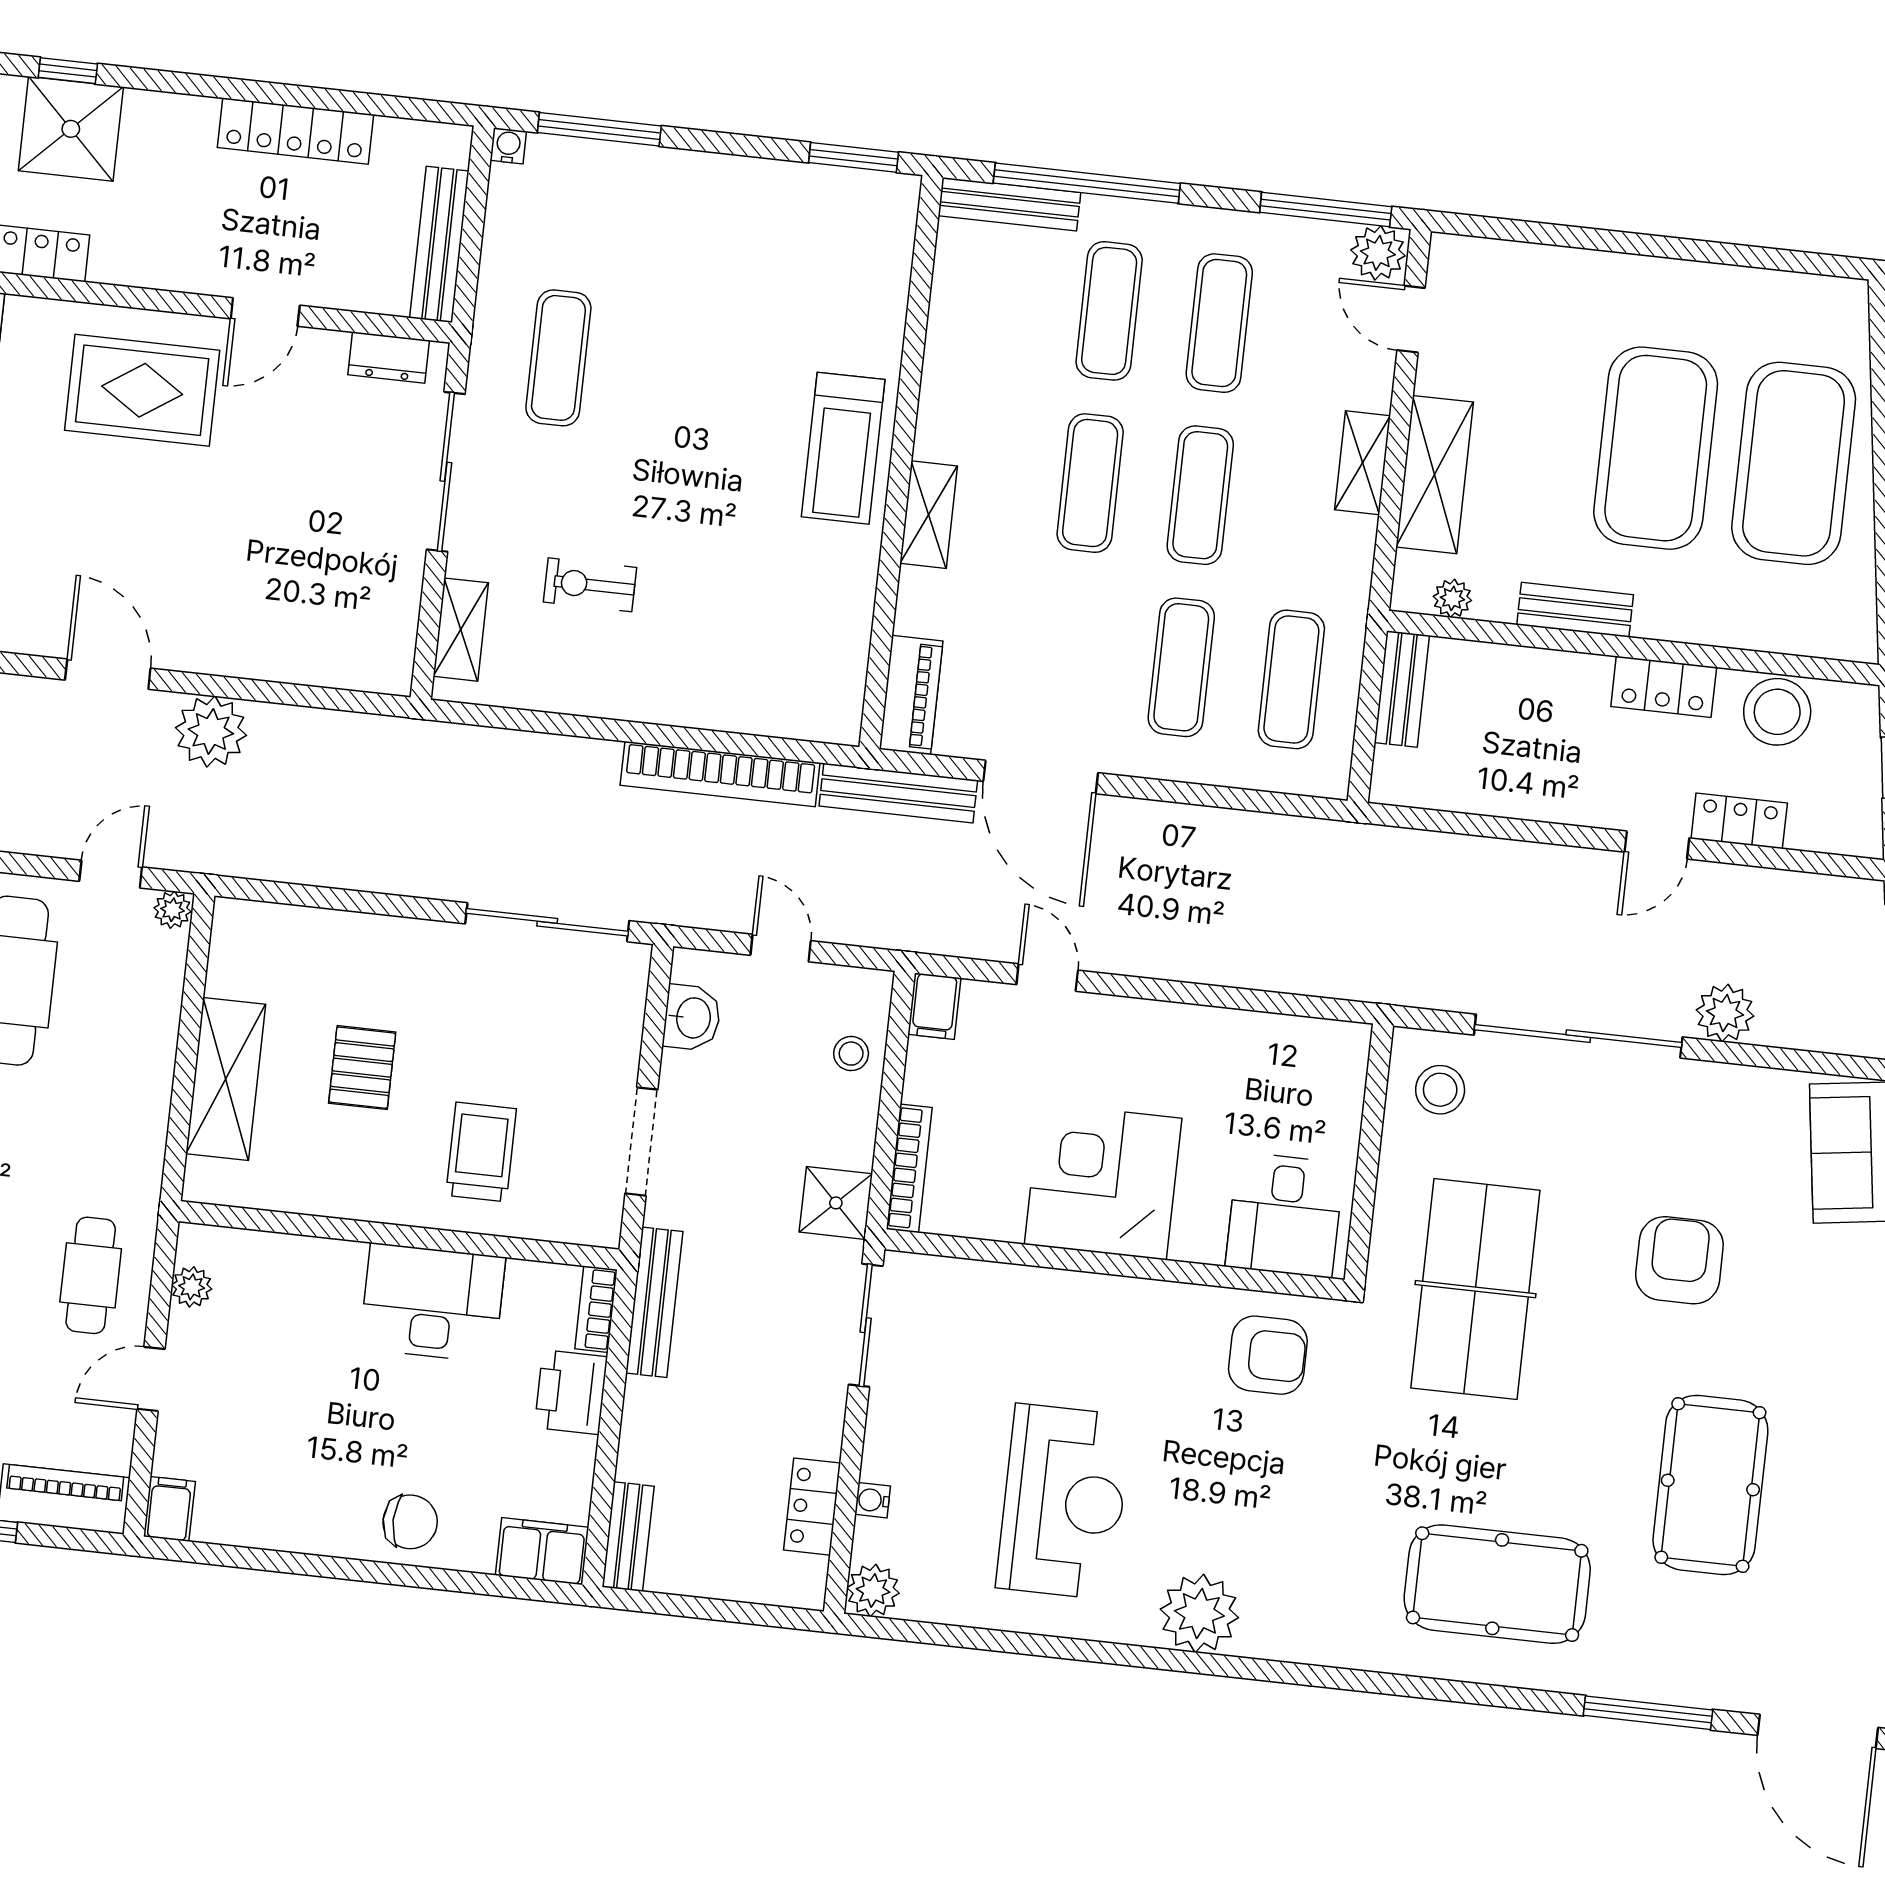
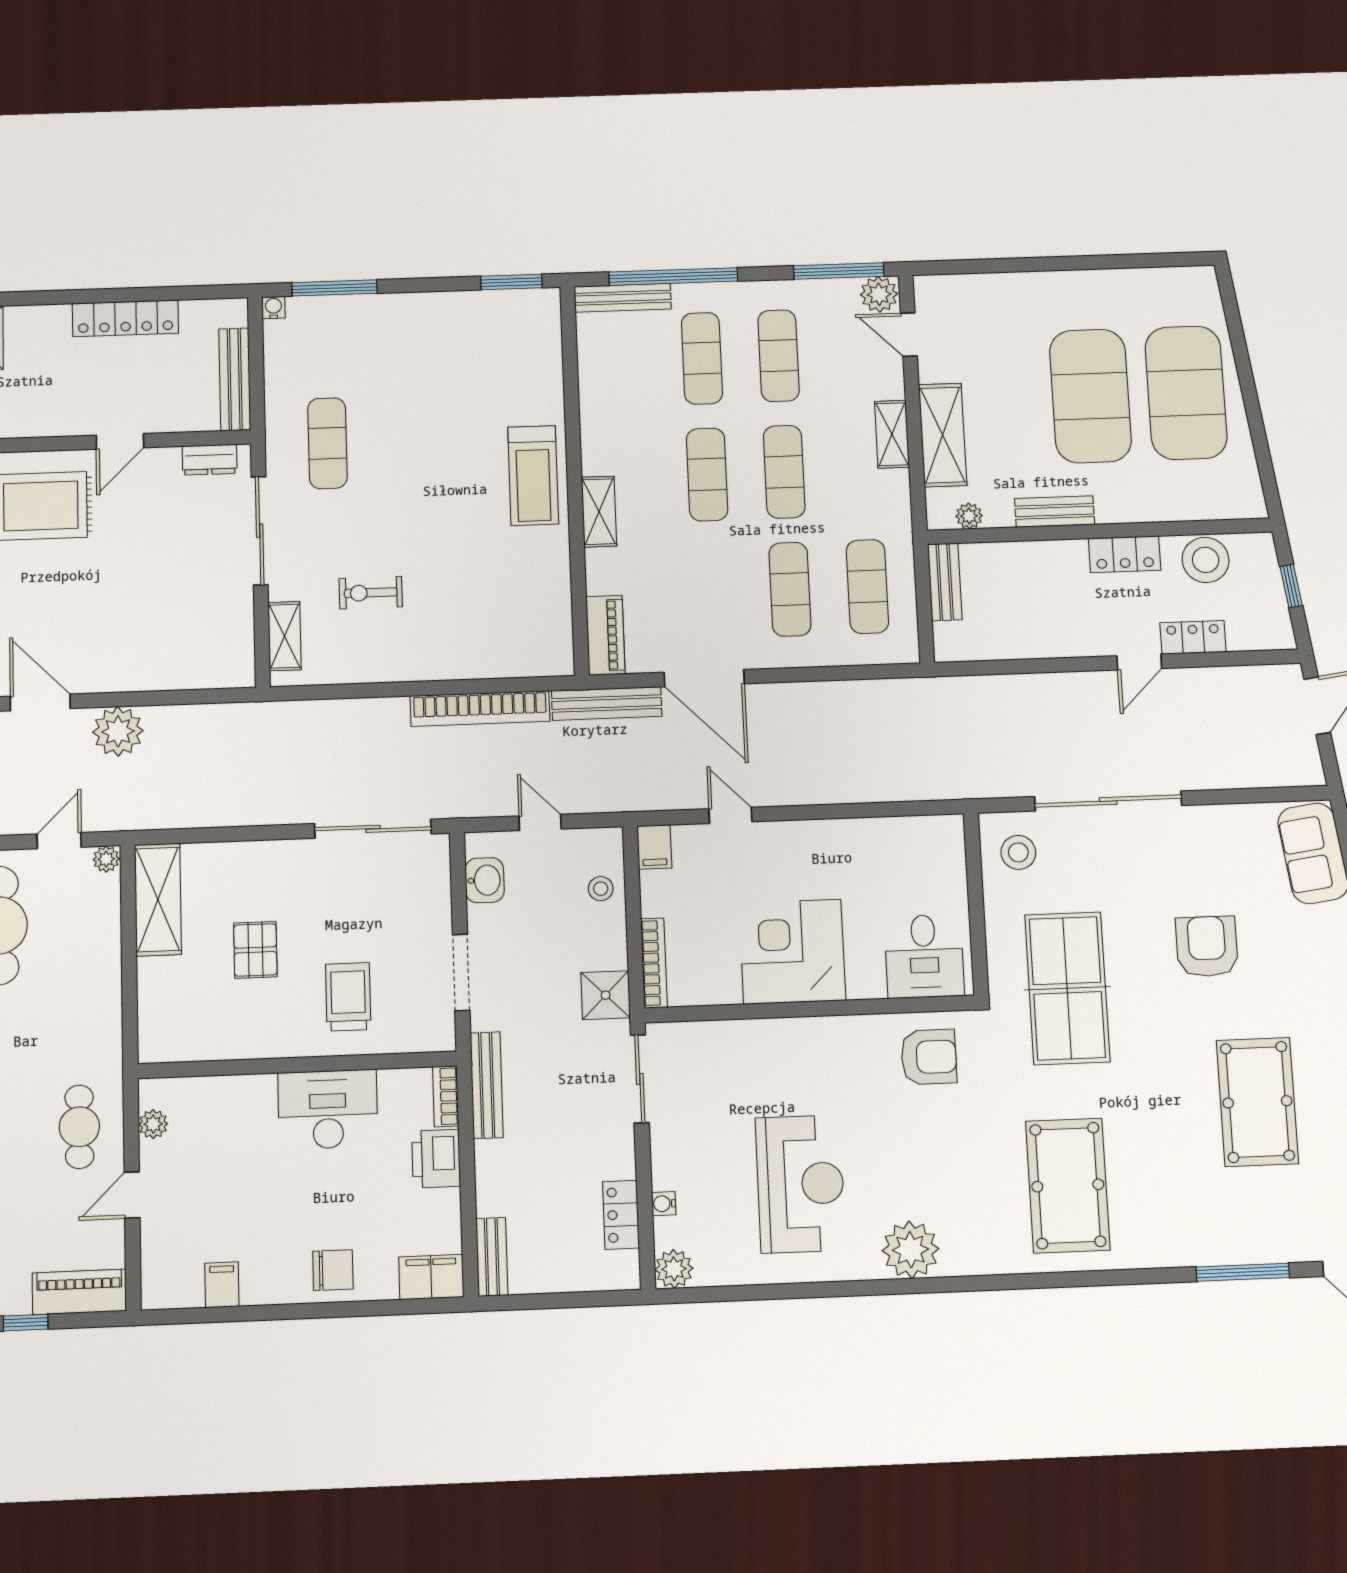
plant: (1725, 1013) -> (1207, 770), removed
shelving: (226, 1079) -> (158, 900), moved
filing cabinet: (169, 1509) -> (222, 1285), moved
pool table: (1497, 1584) -> (1068, 1185), moved, turned 90

